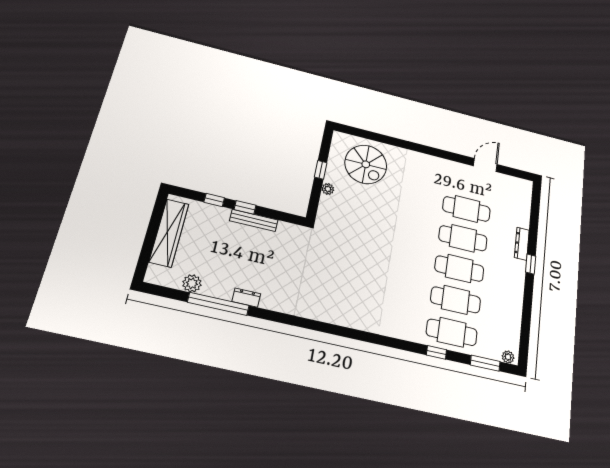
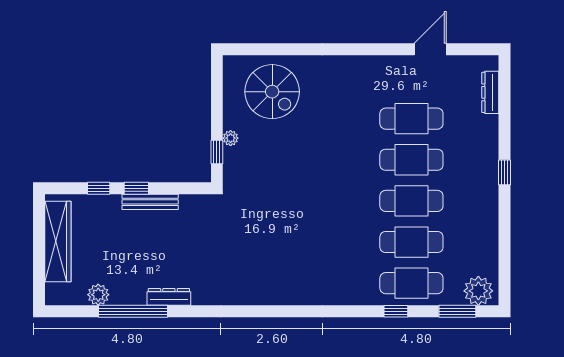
window: (321, 170) -> (217, 152), moved
dresser: (522, 244) -> (490, 92), moved
dresser: (246, 298) -> (169, 297), width x1.44
plant: (508, 357) -> (478, 291), width x1.88, depth x1.88

